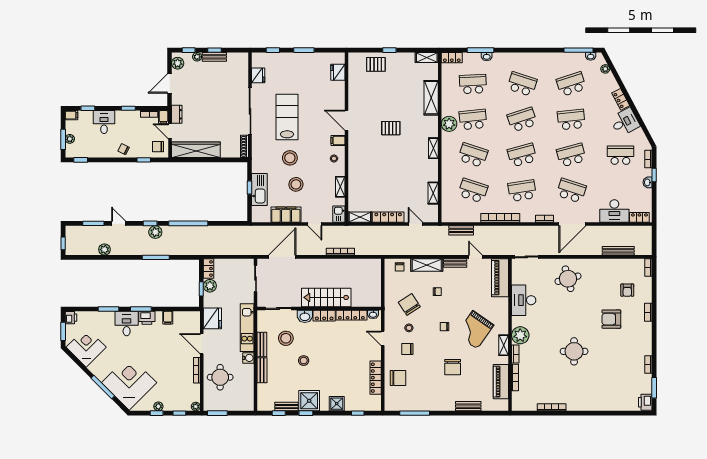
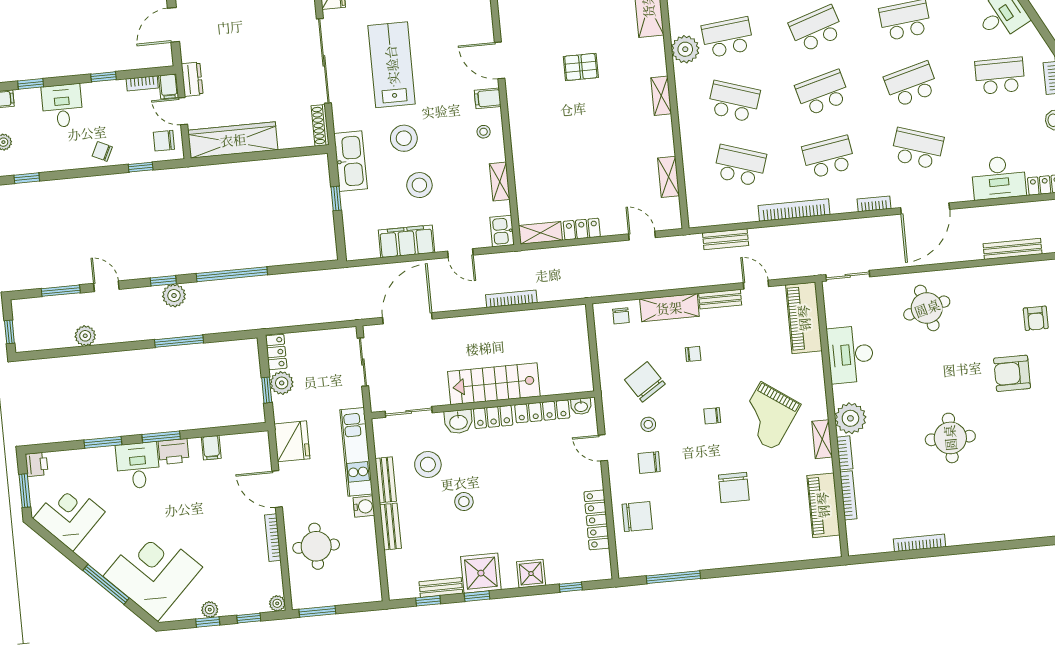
kitchen sink: (259, 190) -> (351, 161), moved
locker: (388, 217) -> (582, 229), width x0.66
bench: (468, 406) -> (769, 555), removed

